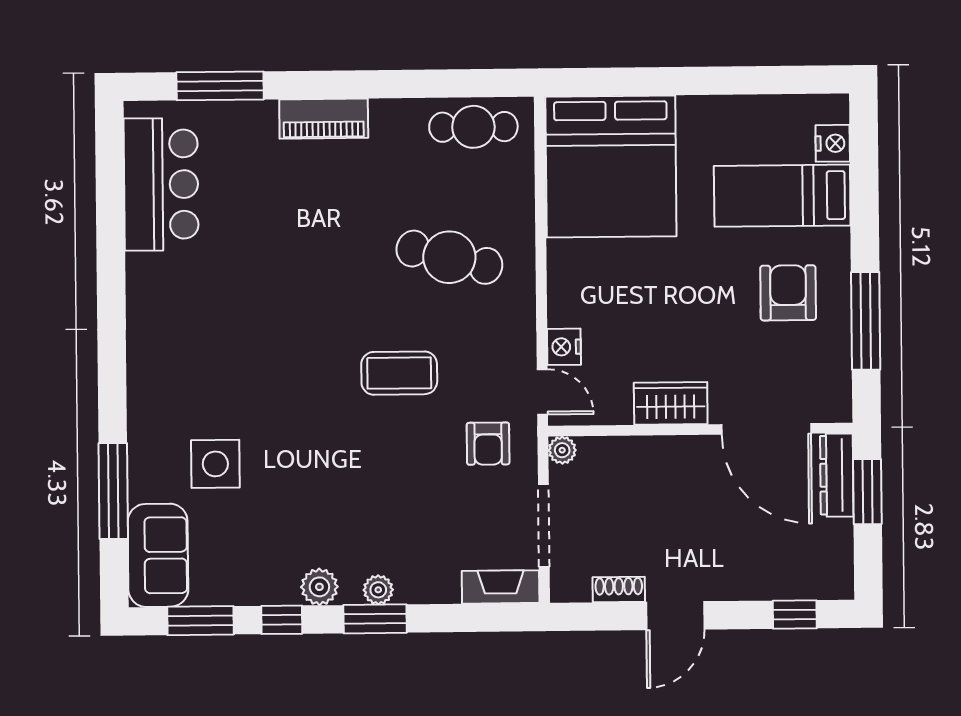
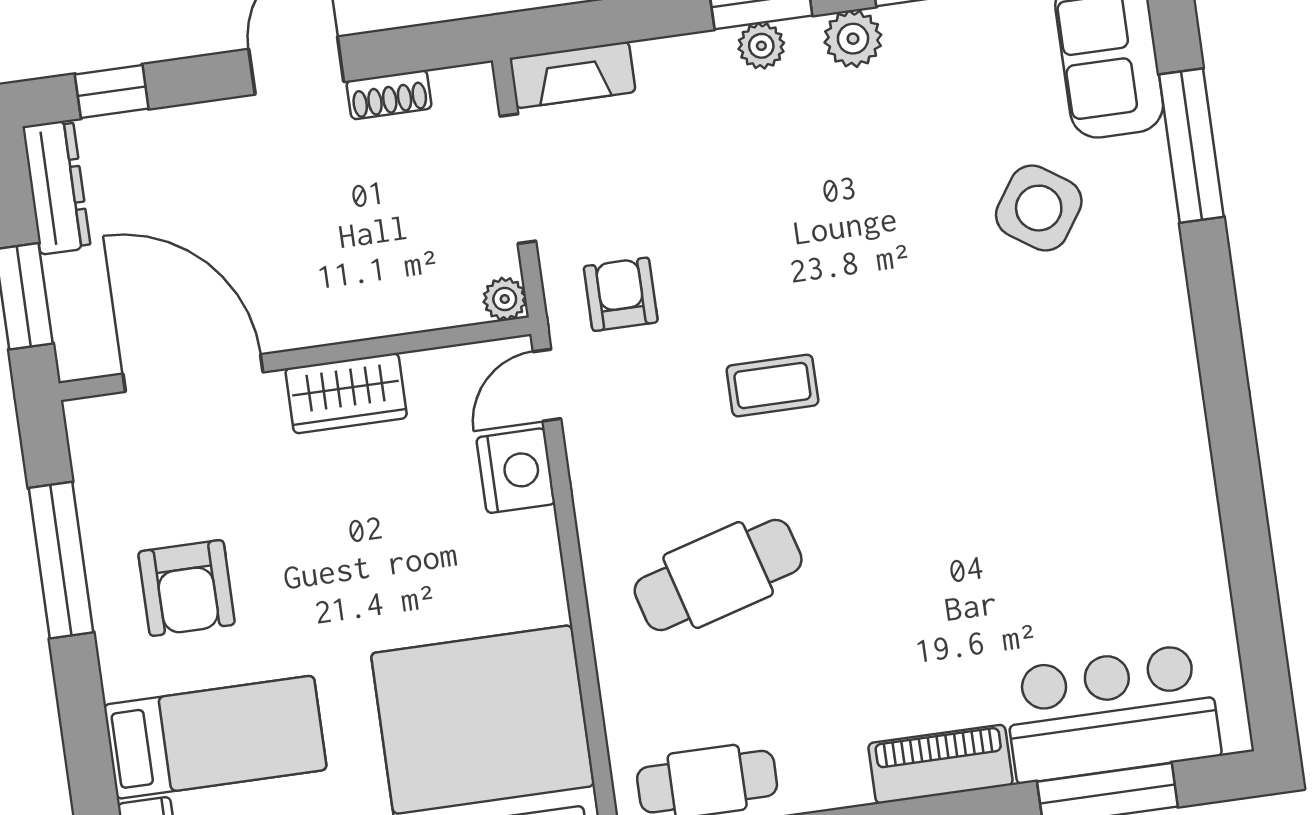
bar counter: (161, 184) -> (1112, 713), moved, turned 90
cafe table: (449, 257) -> (718, 575), turned -30
nightstand: (564, 347) -> (516, 471), width x1.36, depth x1.33
coffee table: (399, 373) -> (772, 386), width x0.73, depth x0.77
door: (542, 392) -> (547, 385), hinge flipped
side table: (215, 464) -> (1039, 208), turned 34
dresser: (837, 475) -> (57, 187), moved

